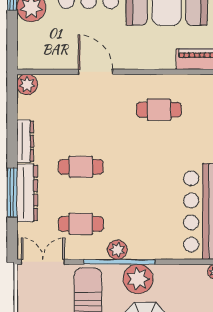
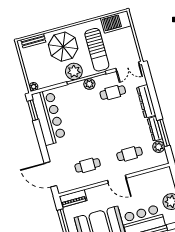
door: (96, 72) -> (117, 179), moved
plant: (27, 84) -> (159, 147), moved
cafe table: (81, 167) -> (130, 154), moved
window: (12, 192) -> (163, 133), moved

